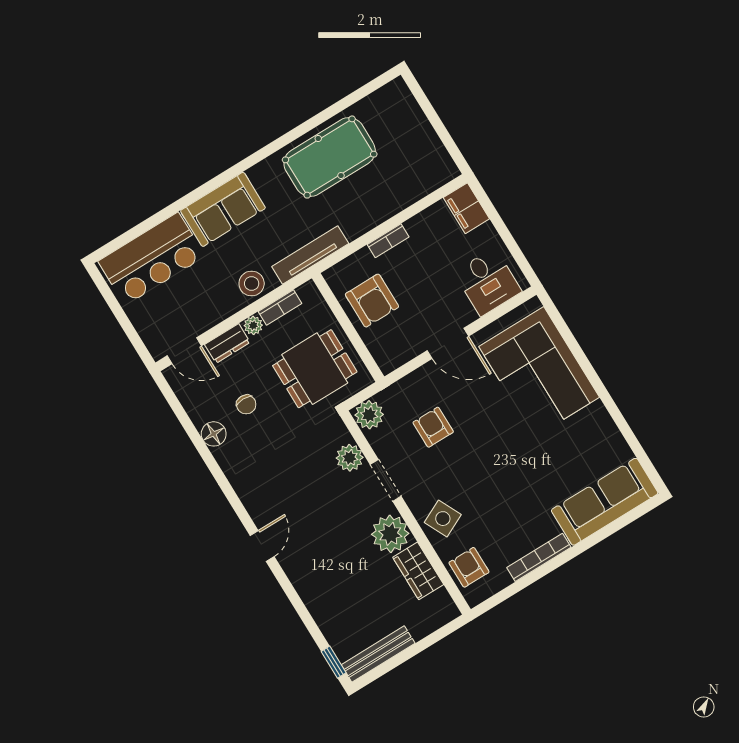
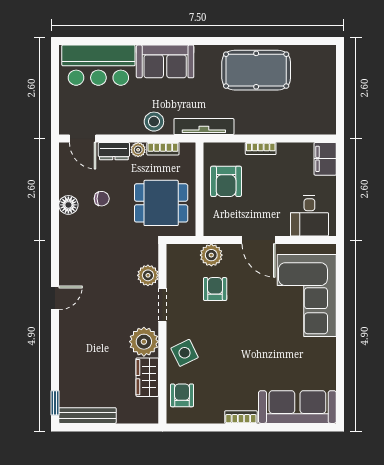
chair: (246, 404) -> (102, 199), turned -90
plant: (369, 415) -> (211, 255), moved
bookcase: (539, 557) -> (241, 417), width x0.64

